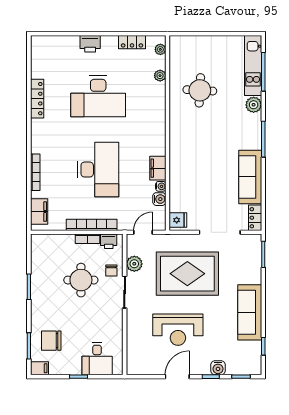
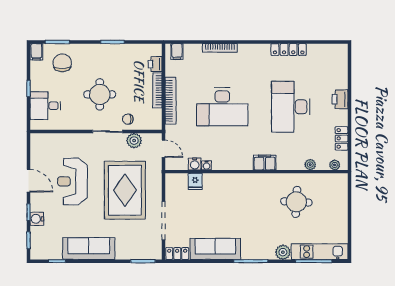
filing cabinet: (158, 168) -> (265, 163), moved
filing cabinet: (39, 212) -> (177, 52), width x0.50
fridge: (178, 220) -> (195, 181), moved
bookcase: (87, 239) -> (157, 90), width x1.56
printer: (109, 241) -> (155, 64), moved
round table: (81, 280) -> (100, 94), moved

